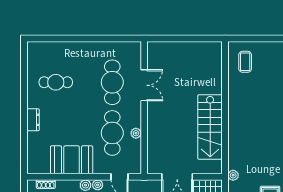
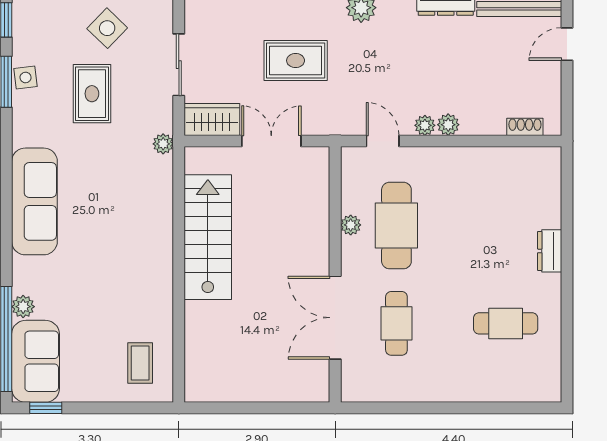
cafe table: (112, 82) -> (396, 323), width x0.73, depth x0.74
double door: (144, 85) -> (335, 318), width x1.37
booth: (72, 160) -> (475, 174), removed

